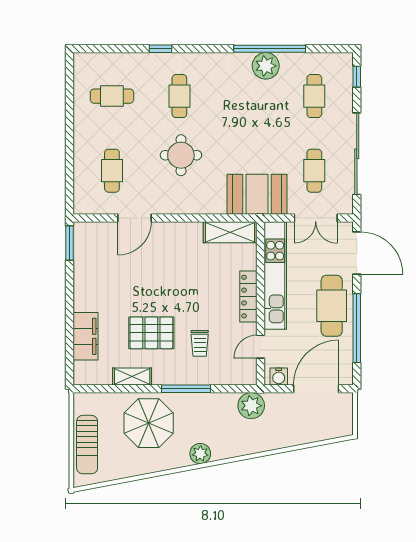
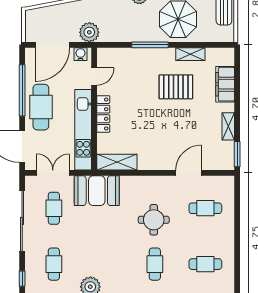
cafe table: (112, 171) -> (205, 208), turned 90
shelving: (81, 280) -> (228, 126), added
trolley: (200, 343) -> (140, 79), removed
plant: (251, 406) -> (89, 32), moved

